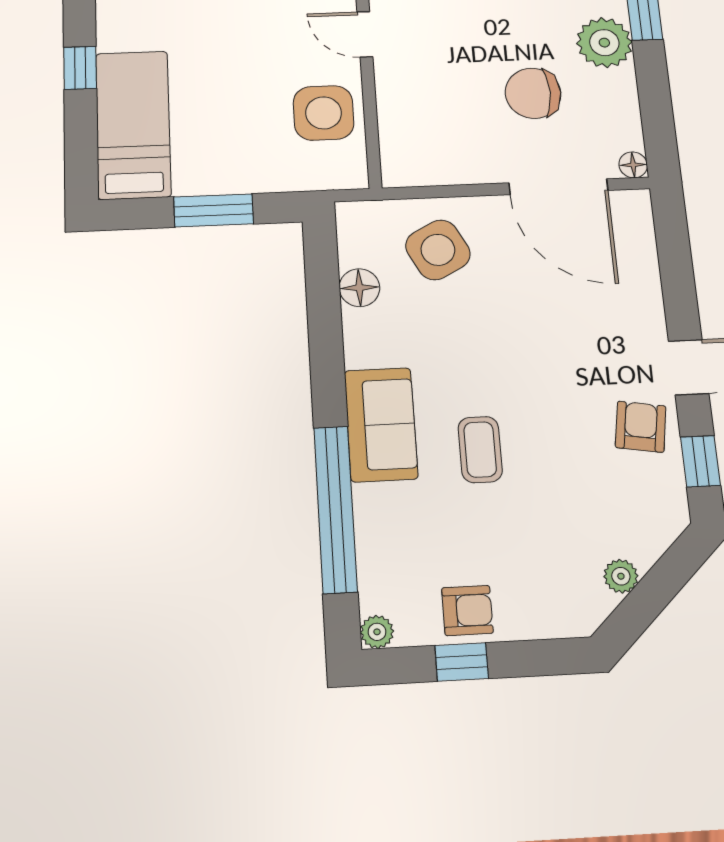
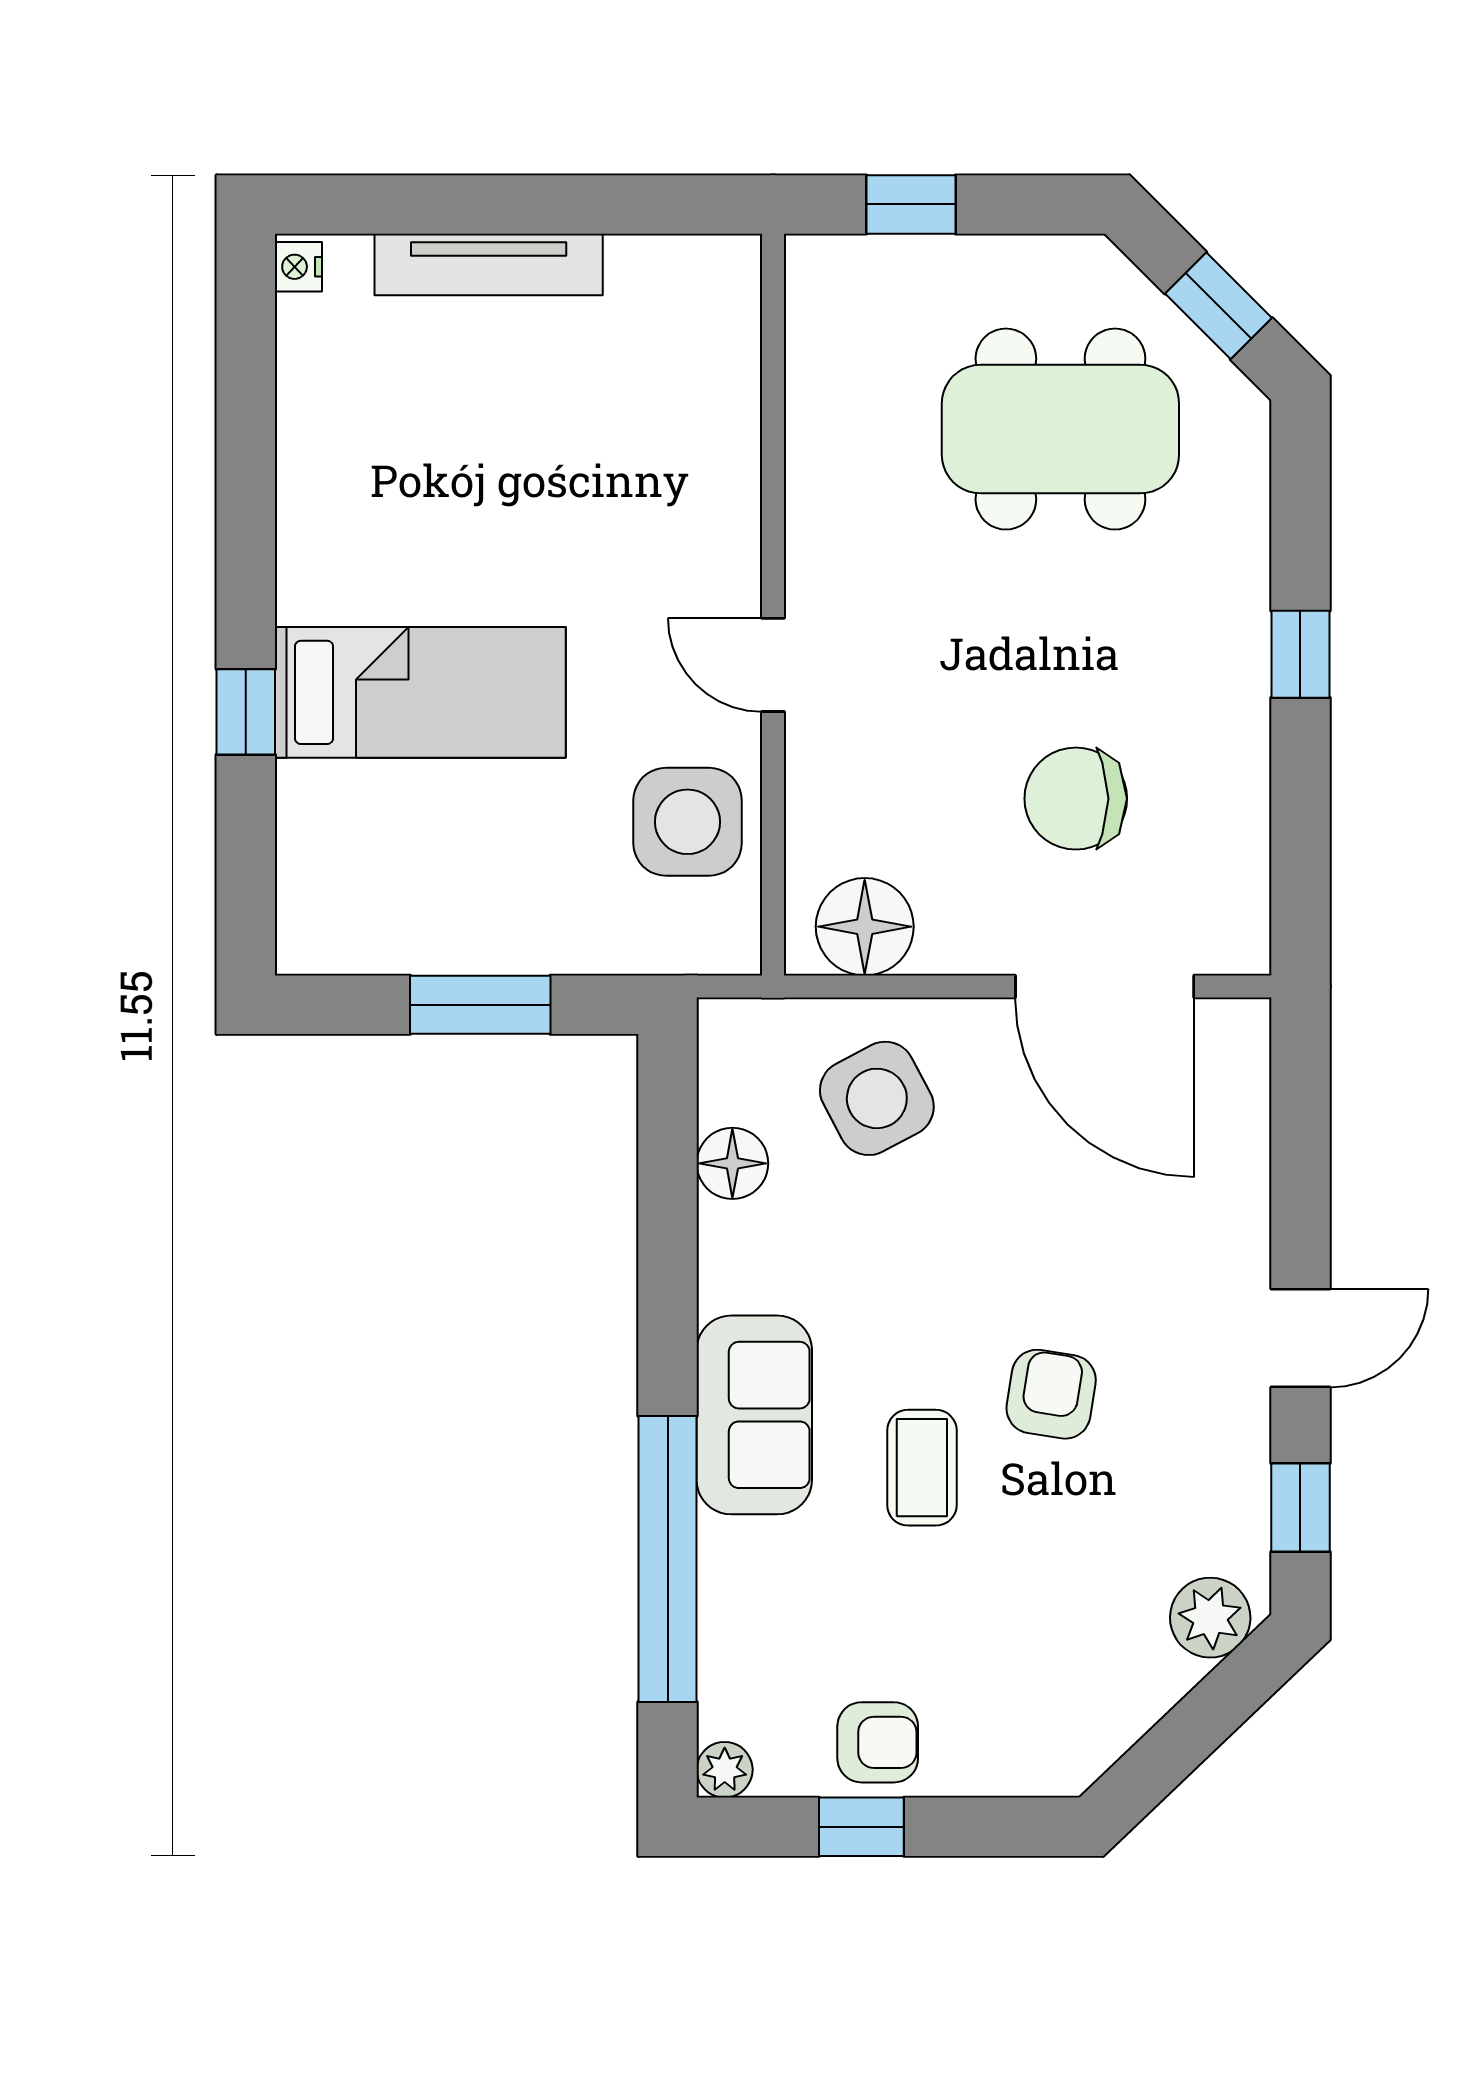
plant: (604, 43) -> (1219, 700), removed
bed: (133, 125) -> (420, 692), moved, turned 90
floor lamp: (633, 165) -> (865, 927), moved, width x1.89, depth x1.89
armchair: (641, 427) -> (1051, 1394), moved
plant: (621, 576) -> (1210, 1618), moved, width x1.38, depth x1.38

